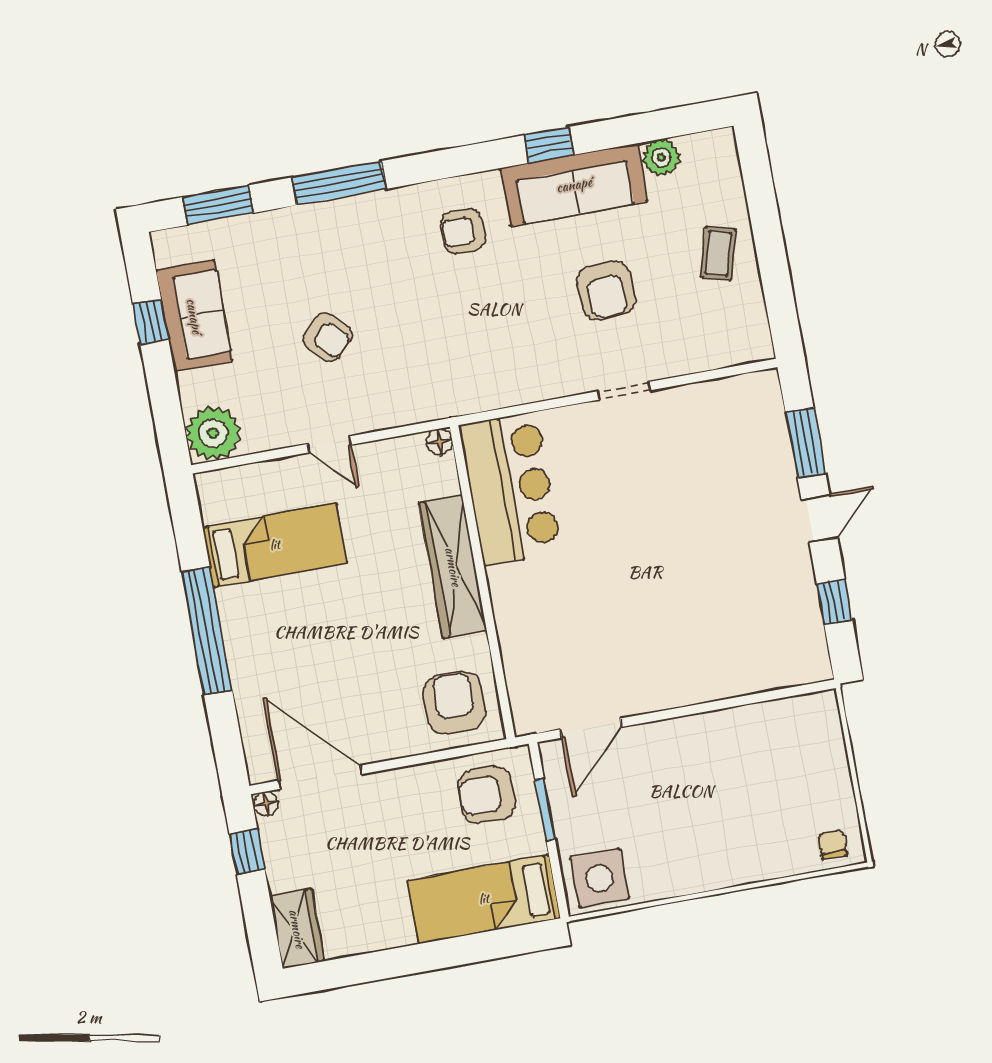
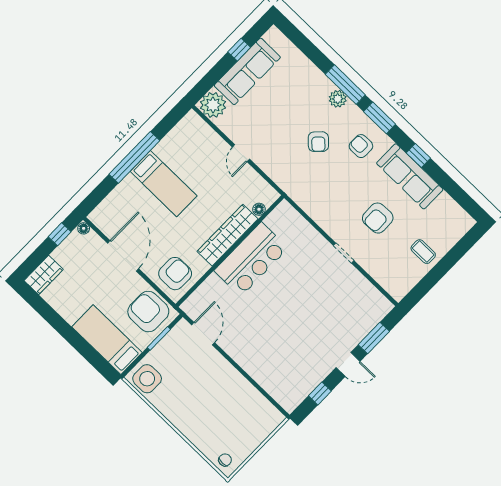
plant: (661, 157) -> (338, 99), moved
window: (218, 205) -> (380, 118), moved
coffee table: (718, 253) -> (423, 252), turned 75
sofa: (194, 316) -> (247, 71), width x1.36
armchair: (328, 337) -> (318, 142), moved
floor lamp: (439, 442) -> (259, 209), moved
bar counter: (510, 489) -> (251, 259), moved
bed: (275, 545) -> (164, 184), moved
door: (591, 728) -> (203, 334), swing flipped
door: (320, 777) -> (123, 256), moved
armchair: (486, 795) -> (148, 312), width x1.36, depth x1.36

